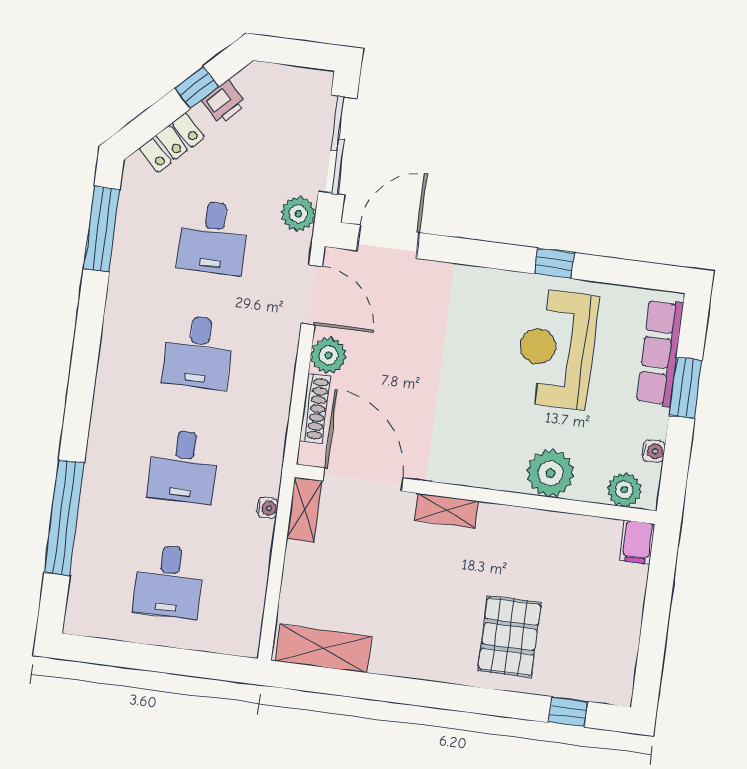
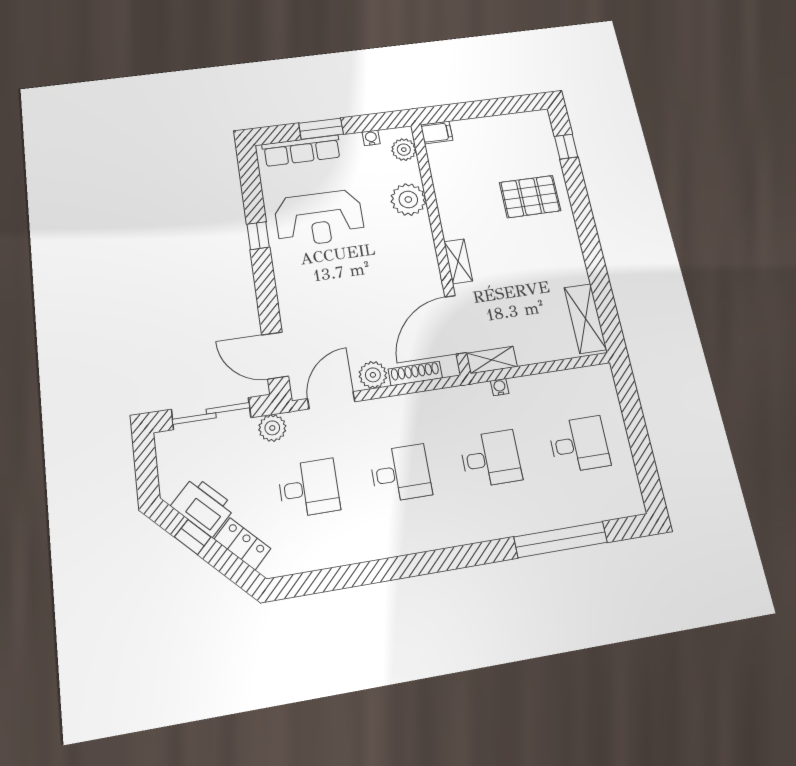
printer: (224, 102) -> (203, 506), width x1.87, depth x1.48
window: (102, 229) -> (327, 580), removed

